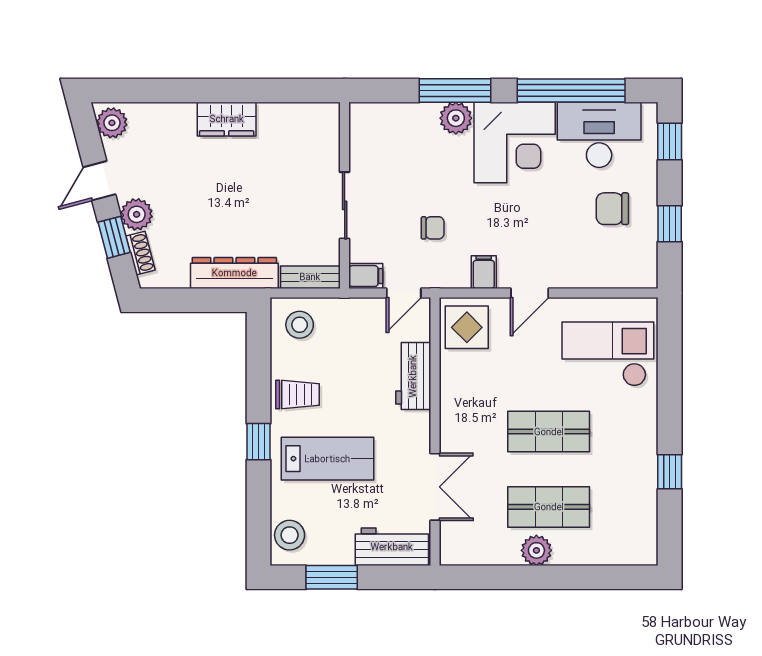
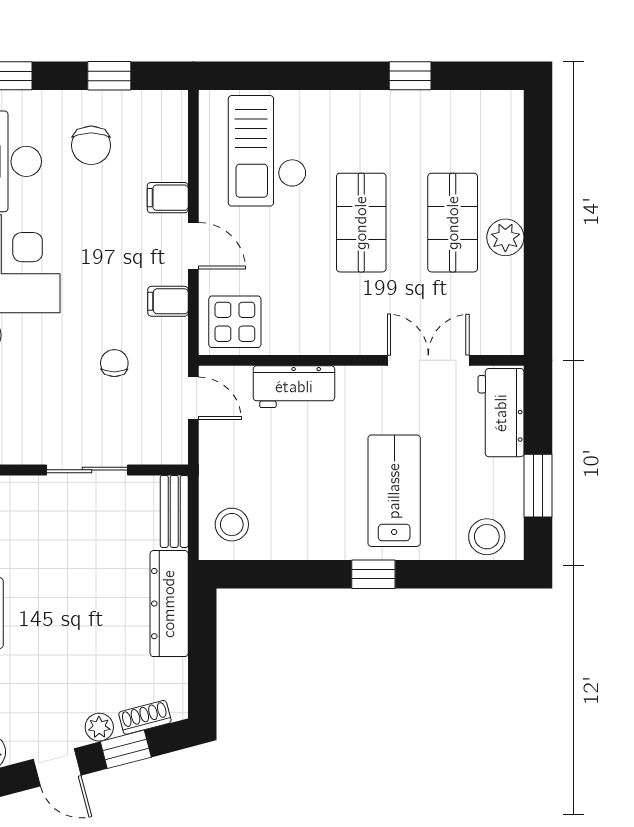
plant: (137, 214) -> (99, 727), width x0.73, depth x0.73
filing cabinet: (366, 276) -> (168, 198), moved, turned -90
trolley: (298, 394) -> (316, 527), removed

